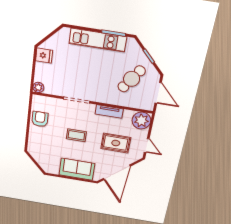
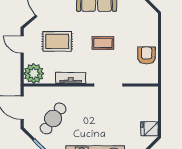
plant: (38, 87) -> (152, 92), removed
armchair: (40, 119) -> (147, 55), turned 180

